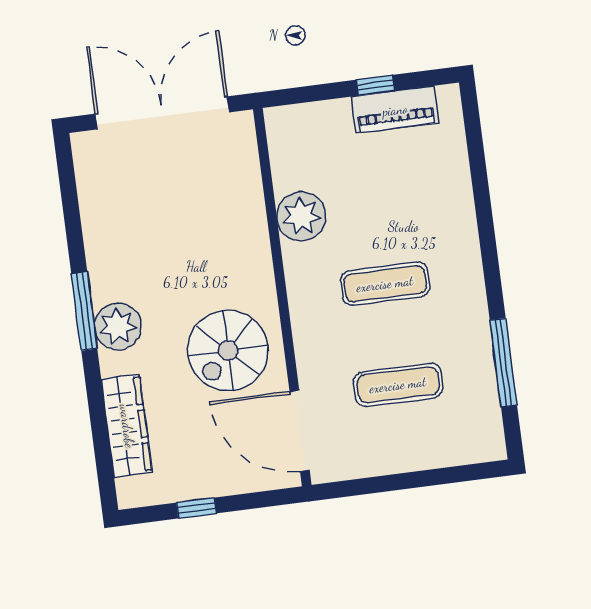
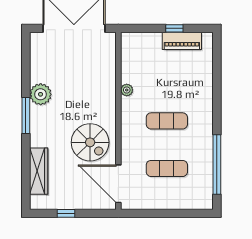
plant: (301, 216) -> (127, 90), width x0.53, depth x0.53
plant: (118, 326) -> (41, 94), moved
spiral stairs: (228, 350) -> (90, 142), turned -90
window: (503, 363) -> (217, 165), width x1.46

